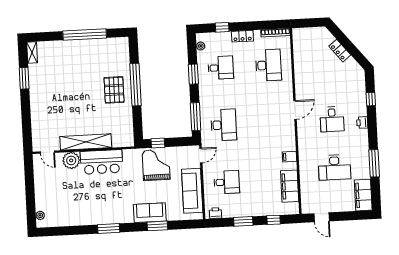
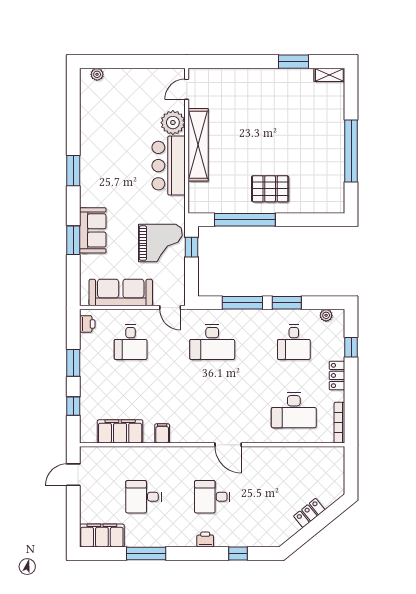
window: (135, 85) -> (245, 220), moved
window: (196, 117) -> (242, 303), moved
desk: (334, 167) -> (143, 497), width x0.73

